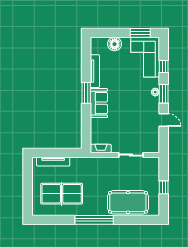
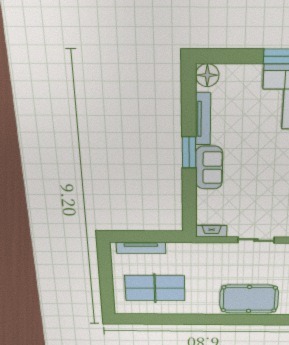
floor lamp: (115, 44) -> (207, 75), moved
window: (94, 220) -> (201, 319), removed

